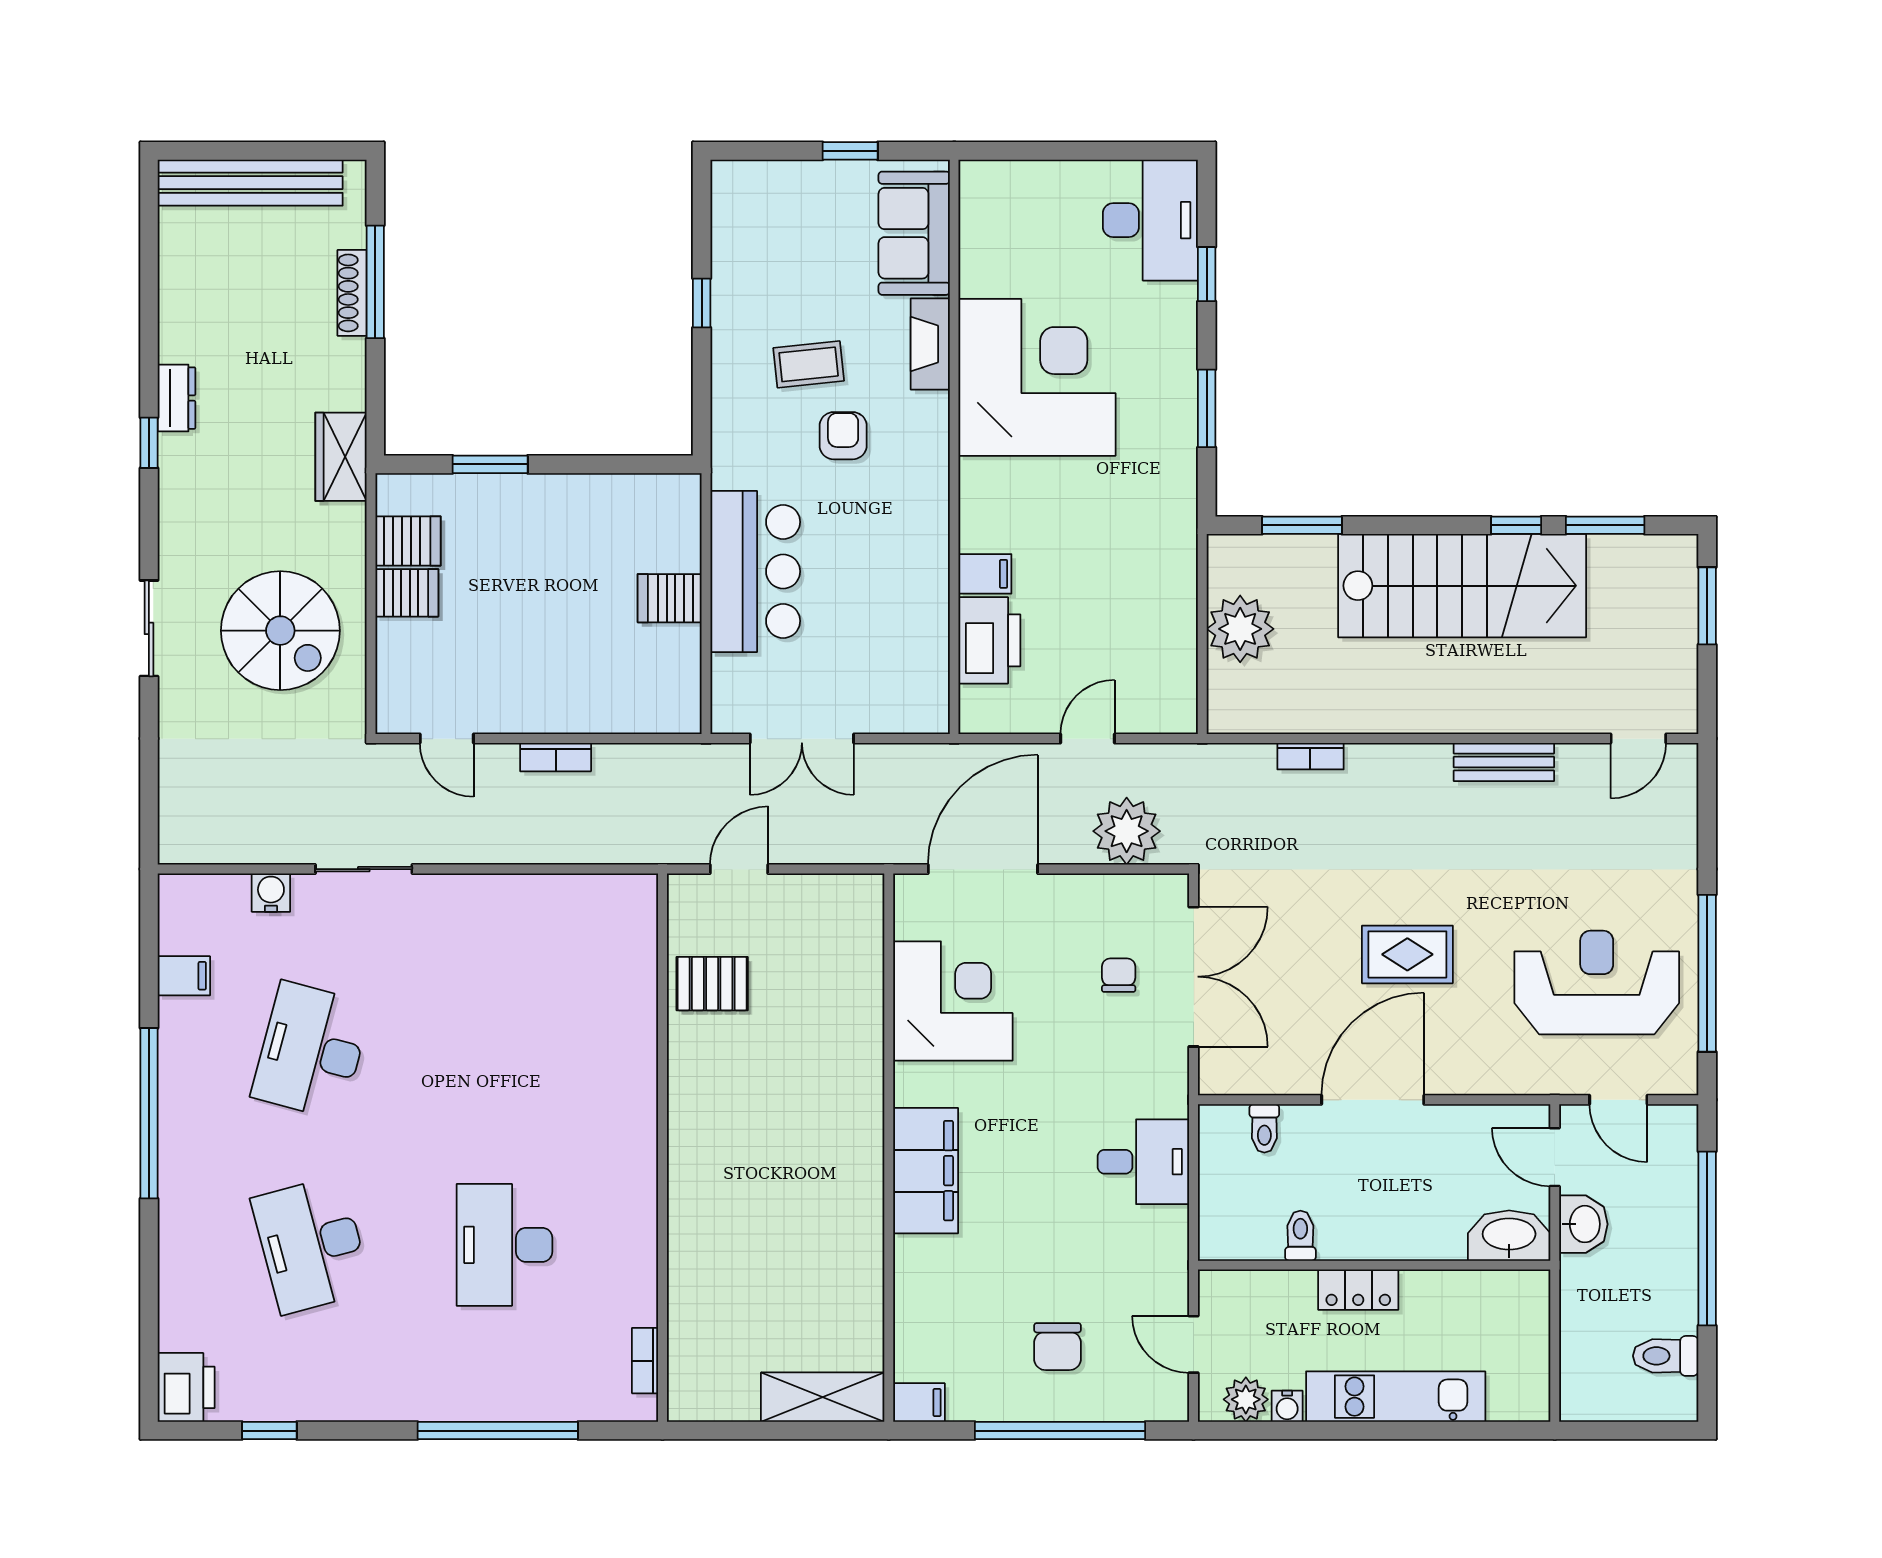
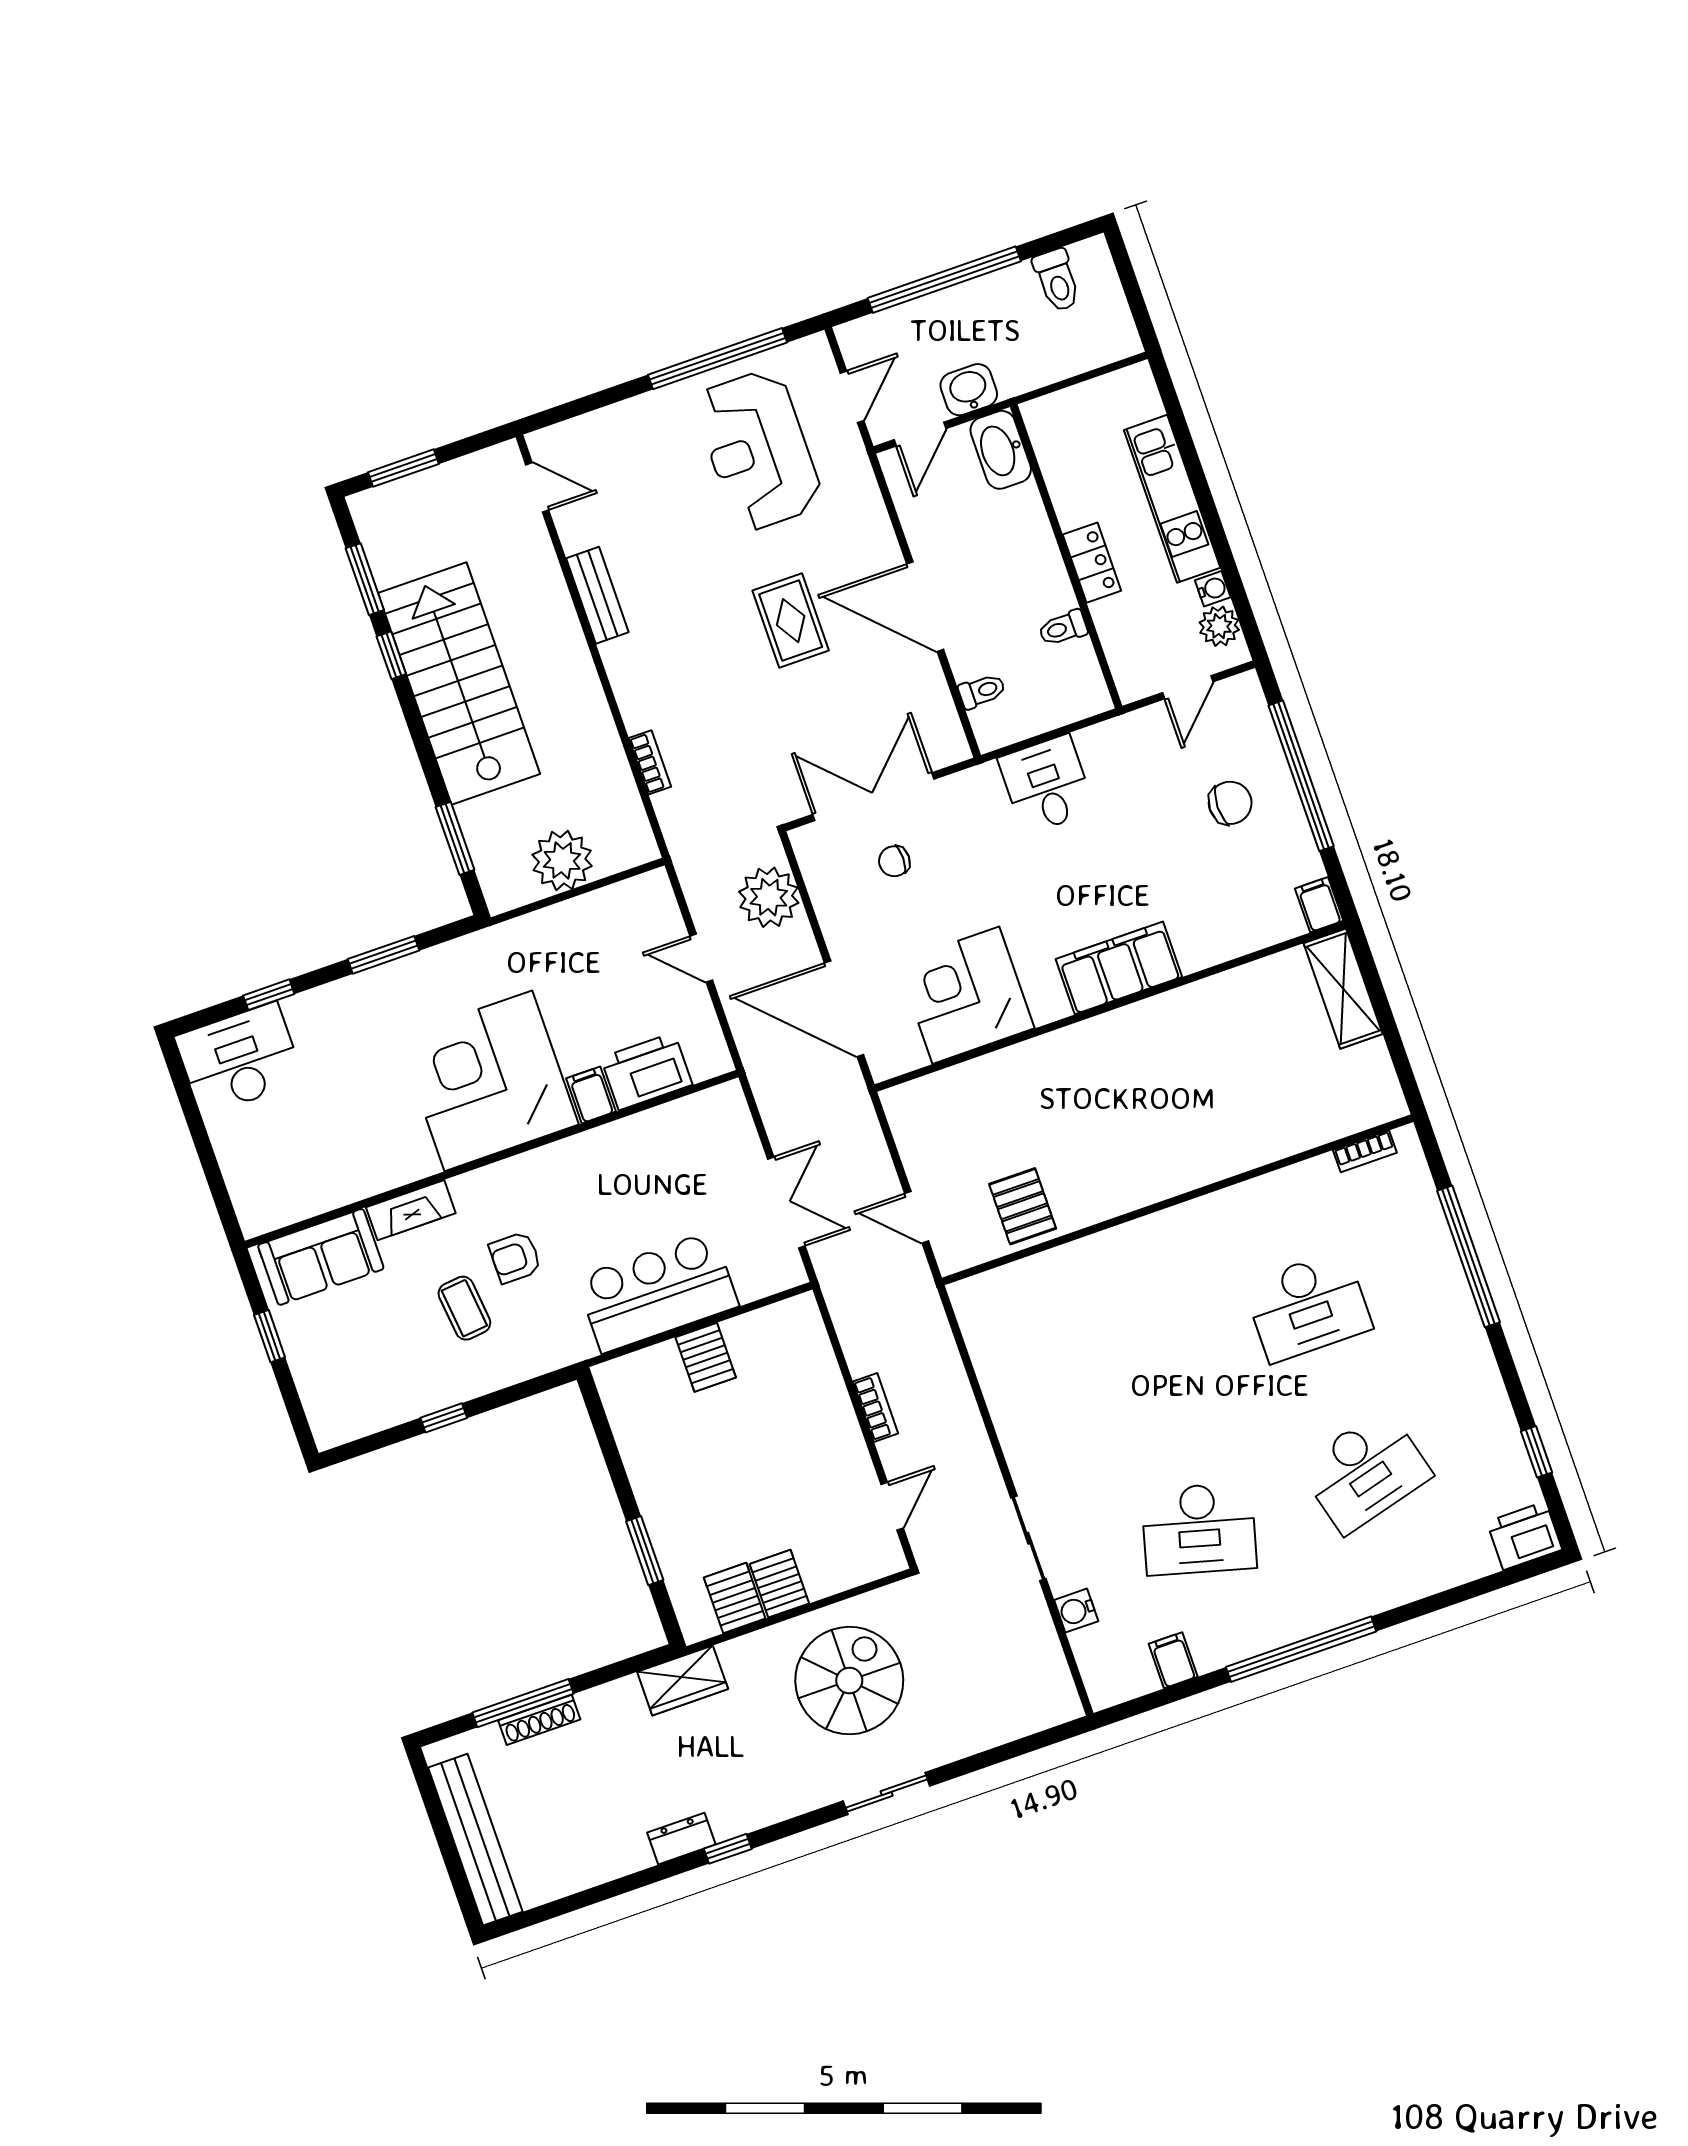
corner desk: (1037, 377) -> (488, 1081), moved

